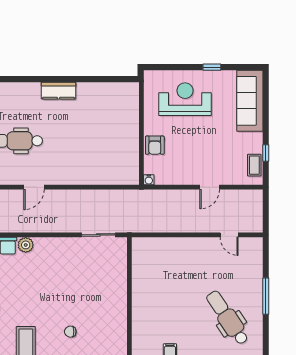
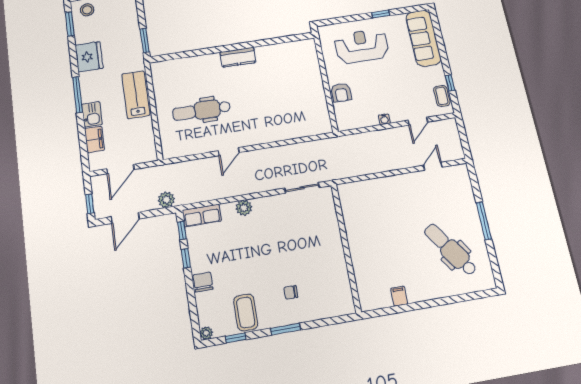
water cooler: (149, 180) -> (384, 119), moved
door: (210, 187) -> (418, 121), moved
door: (229, 235) -> (433, 166), swing flipped
plant: (26, 245) -> (244, 208), moved

